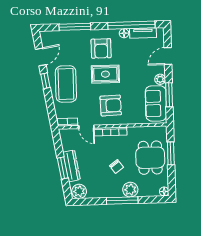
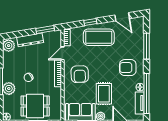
rug: (105, 74) -> (104, 94), moved
window: (45, 81) -> (90, 22), moved
window: (63, 168) -> (45, 30), moved

